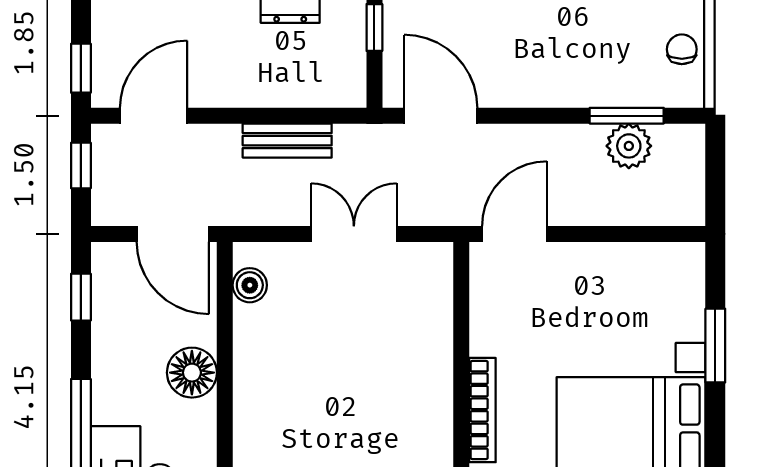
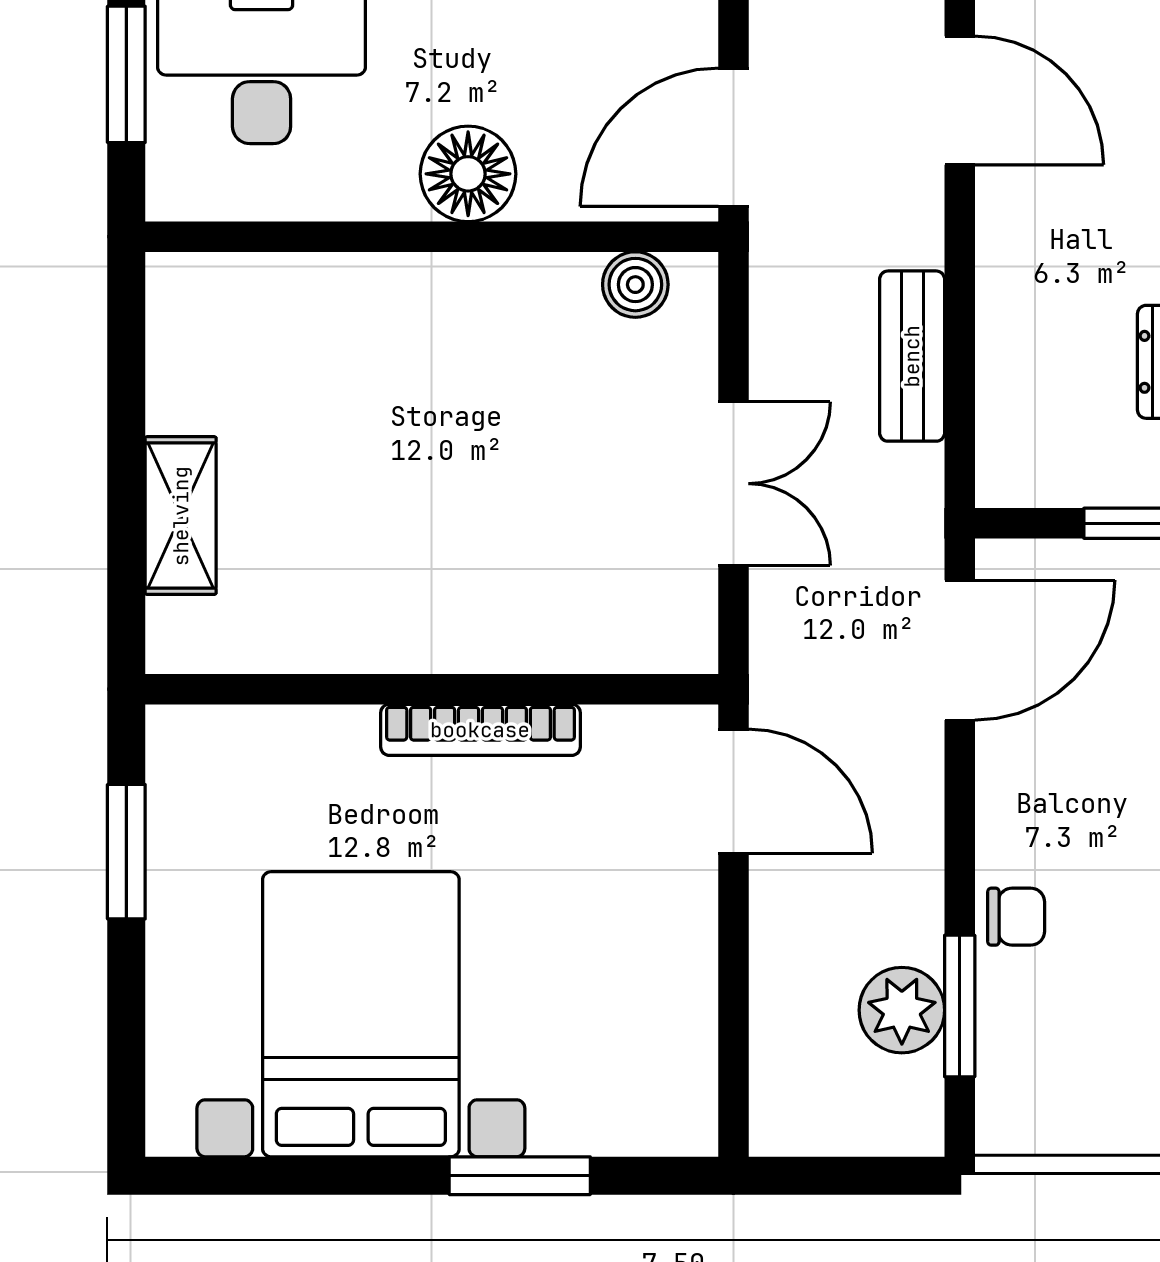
chair: (682, 49) -> (1016, 917), moved
bookcase: (482, 410) -> (480, 730), moved

